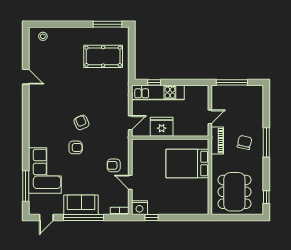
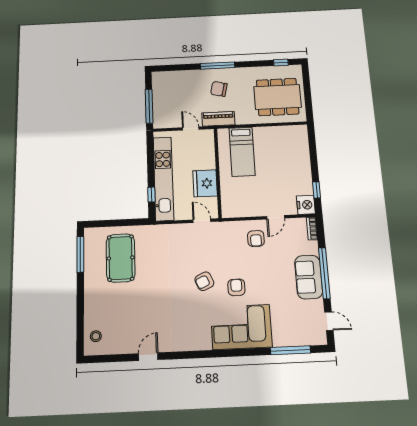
kitchen unit: (158, 93) -> (163, 178), width x1.36
bed: (187, 164) -> (242, 152), width x0.67
corner sofa: (45, 170) -> (241, 327), moved

